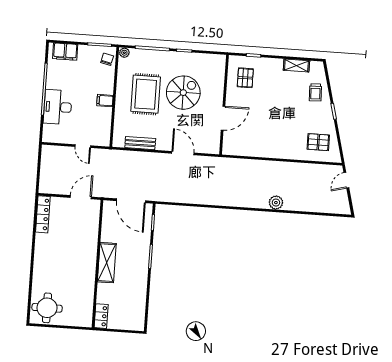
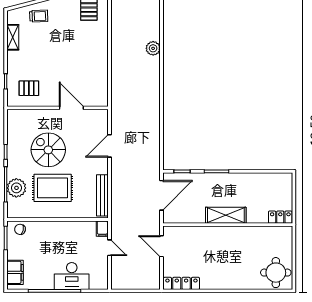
plant: (124, 53) -> (16, 188), moved, width x1.88, depth x1.88
filing cabinet: (105, 101) -> (102, 229), moved
bench: (140, 143) -> (102, 195), width x1.36
door: (83, 146) -> (110, 248), hinge flipped

